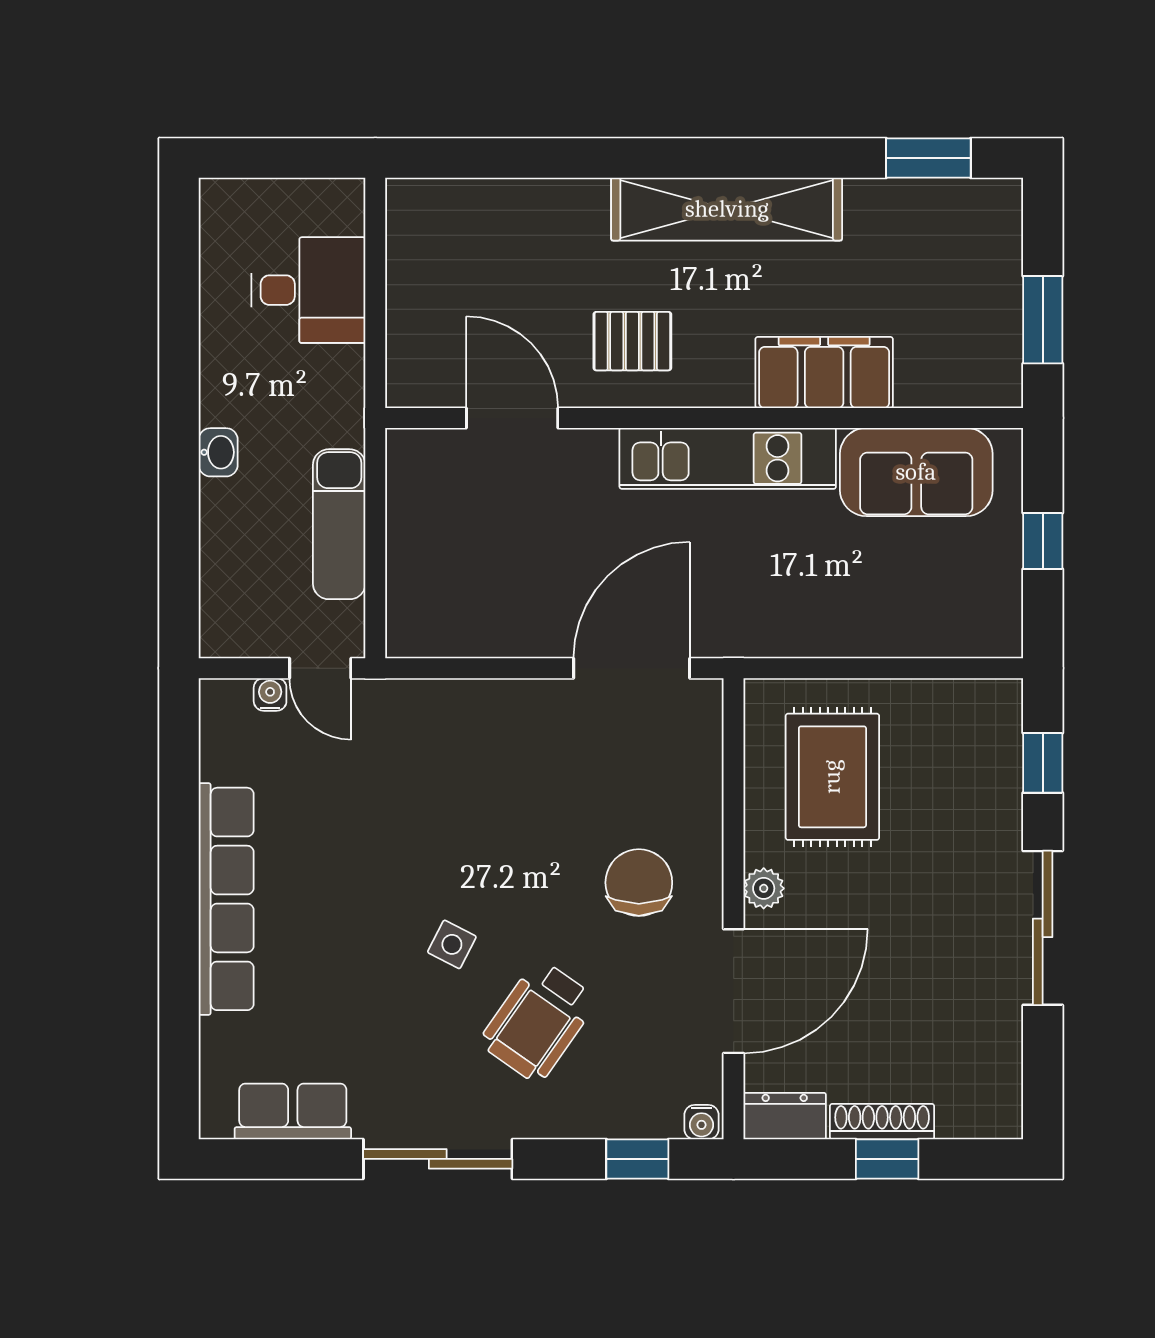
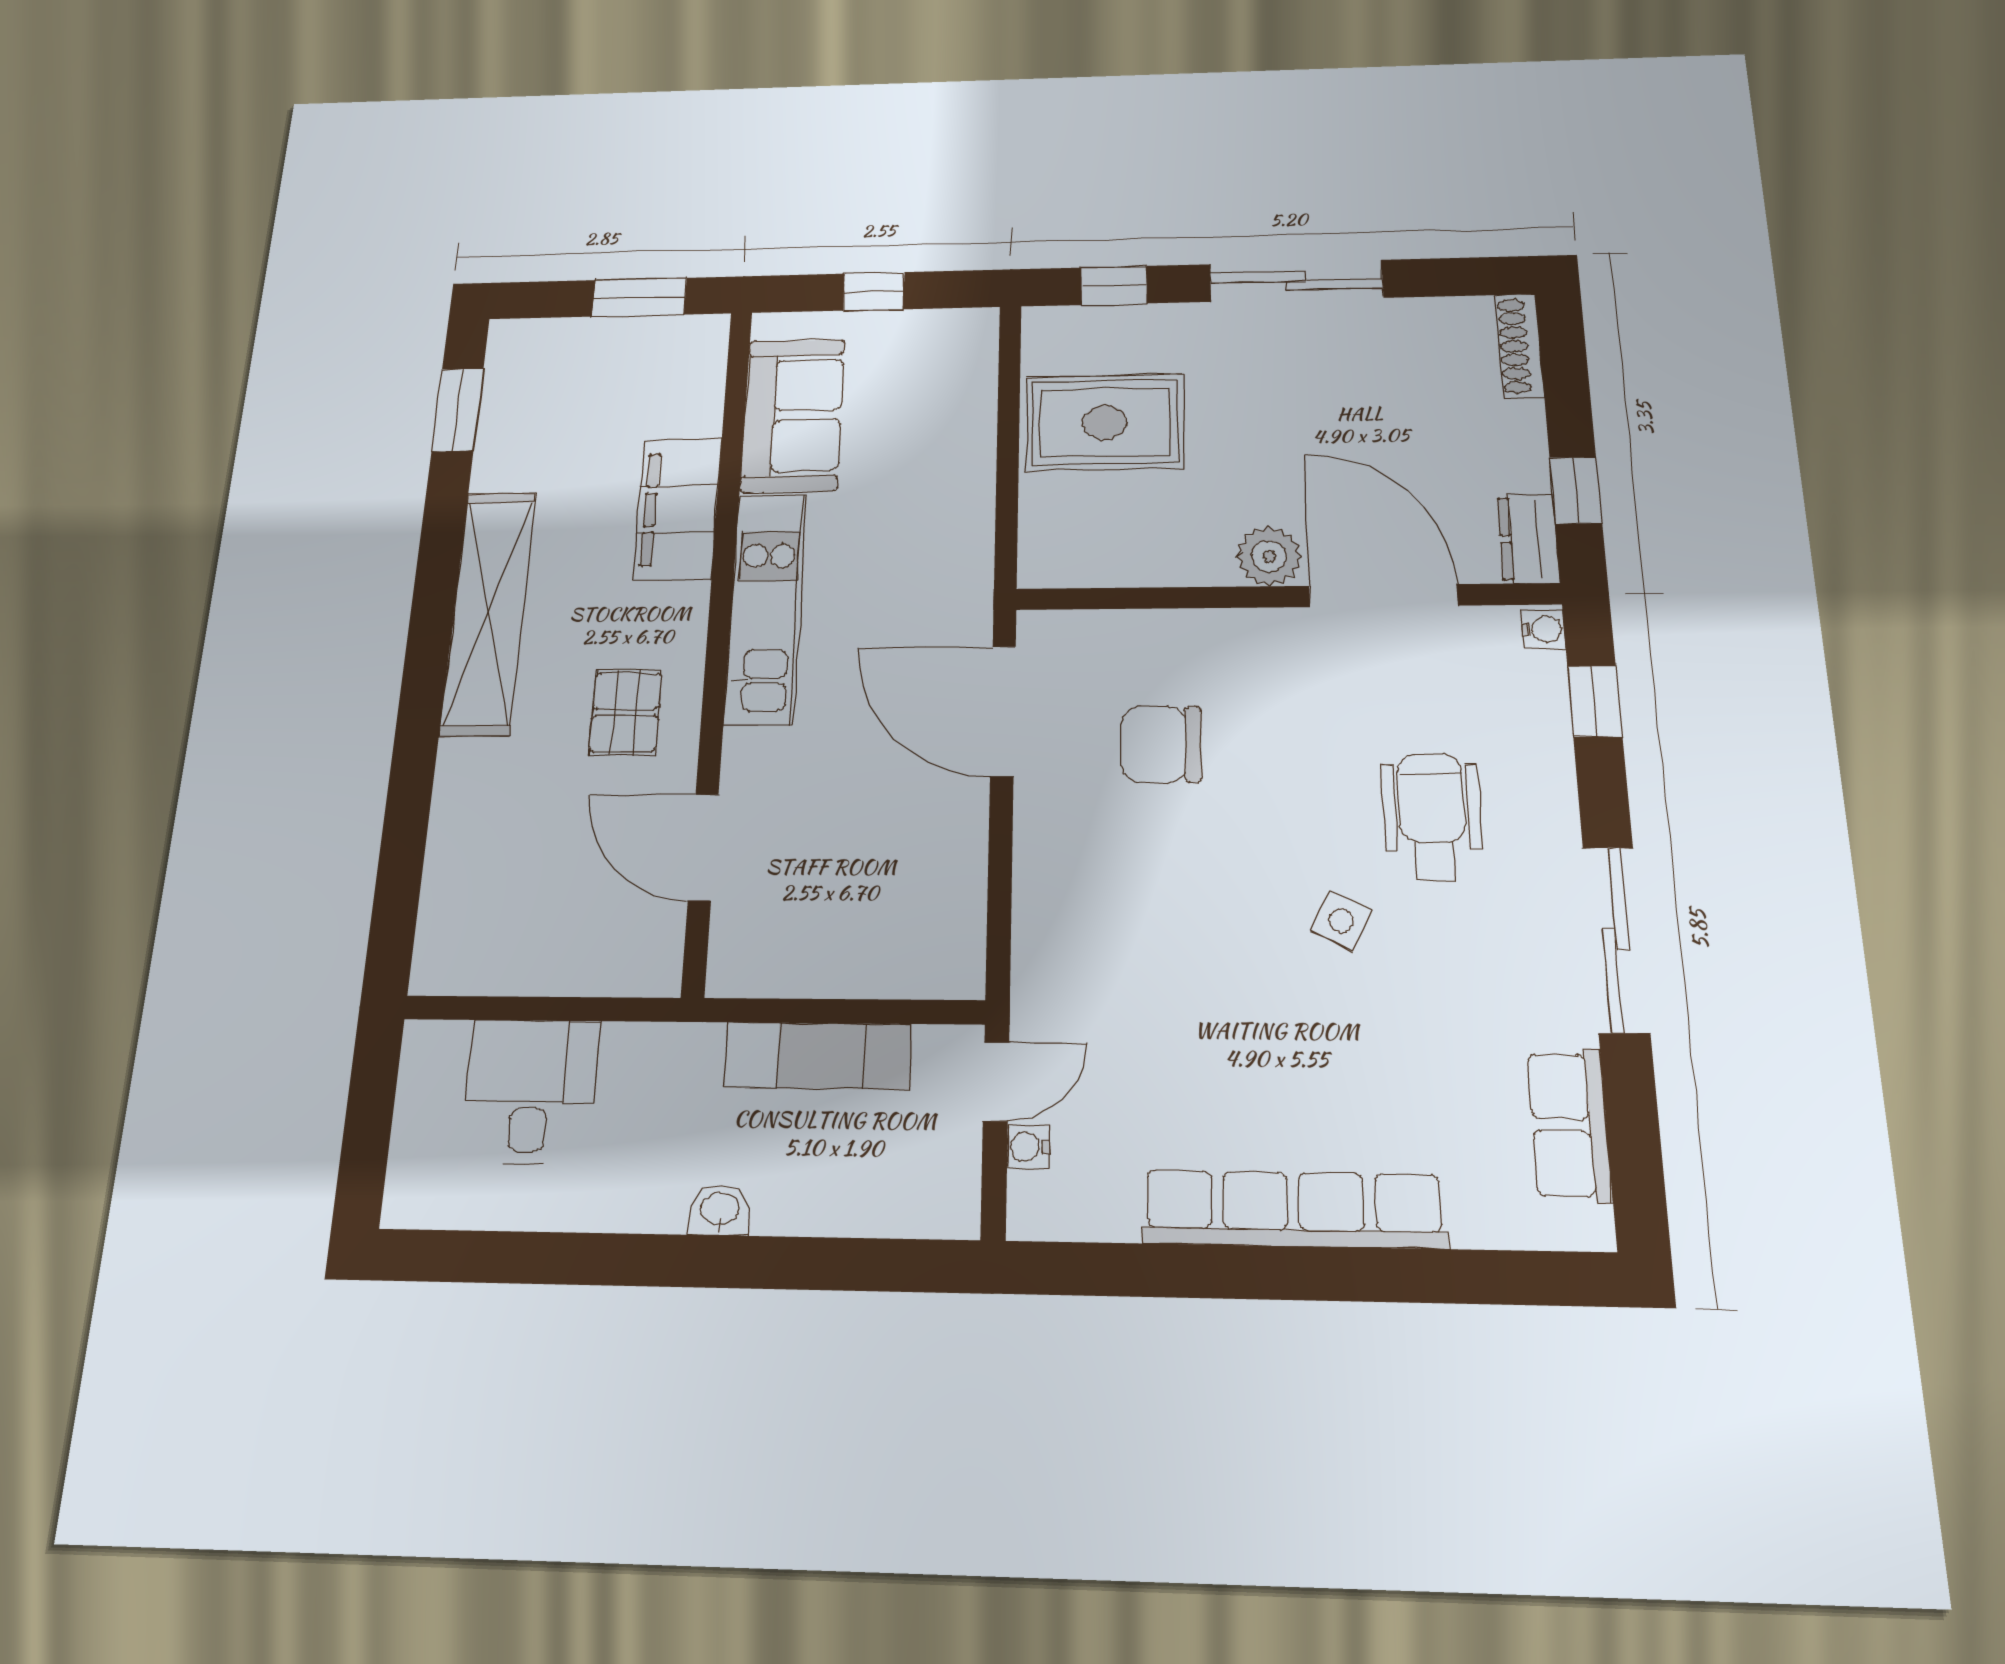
door: (512, 418) -> (703, 847), hinge flipped
rug: (832, 777) -> (1105, 422), moved
chair: (639, 883) -> (1161, 744), moved
plant: (764, 888) -> (1269, 556), width x1.38, depth x1.38
wheelchair: (538, 1021) -> (1432, 817), turned -125
shoe rack: (882, 1122) -> (1520, 346), moved
window: (887, 1159) -> (1576, 490), moved

